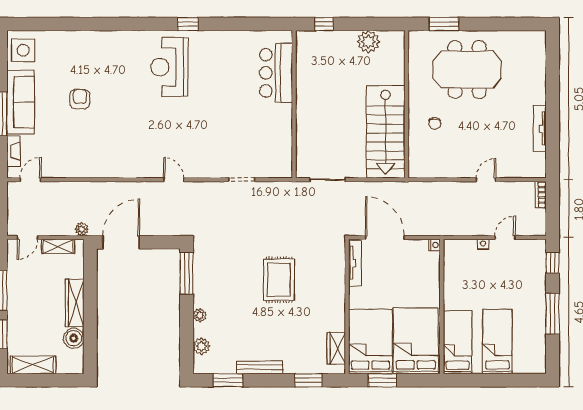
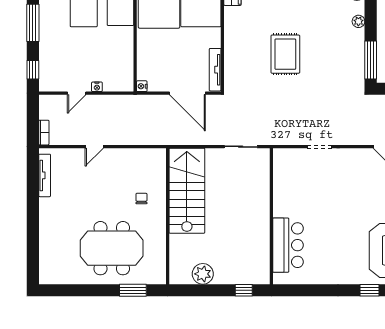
tv unit: (540, 129) -> (45, 175), moved

